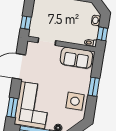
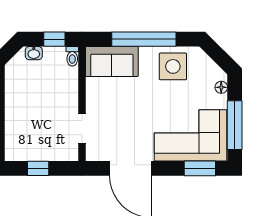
window: (26, 23) -> (38, 168), moved
sofa: (76, 58) -> (112, 61), moved, turned 90
window: (94, 87) -> (144, 39), width x2.11

